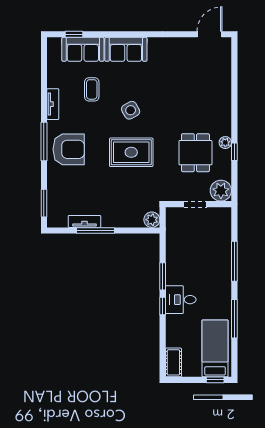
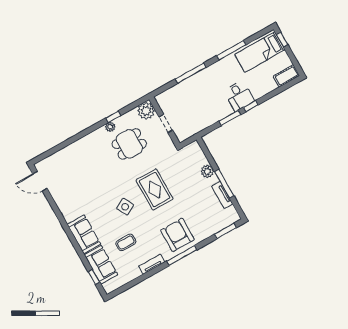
plant: (152, 220) -> (207, 171), moved

